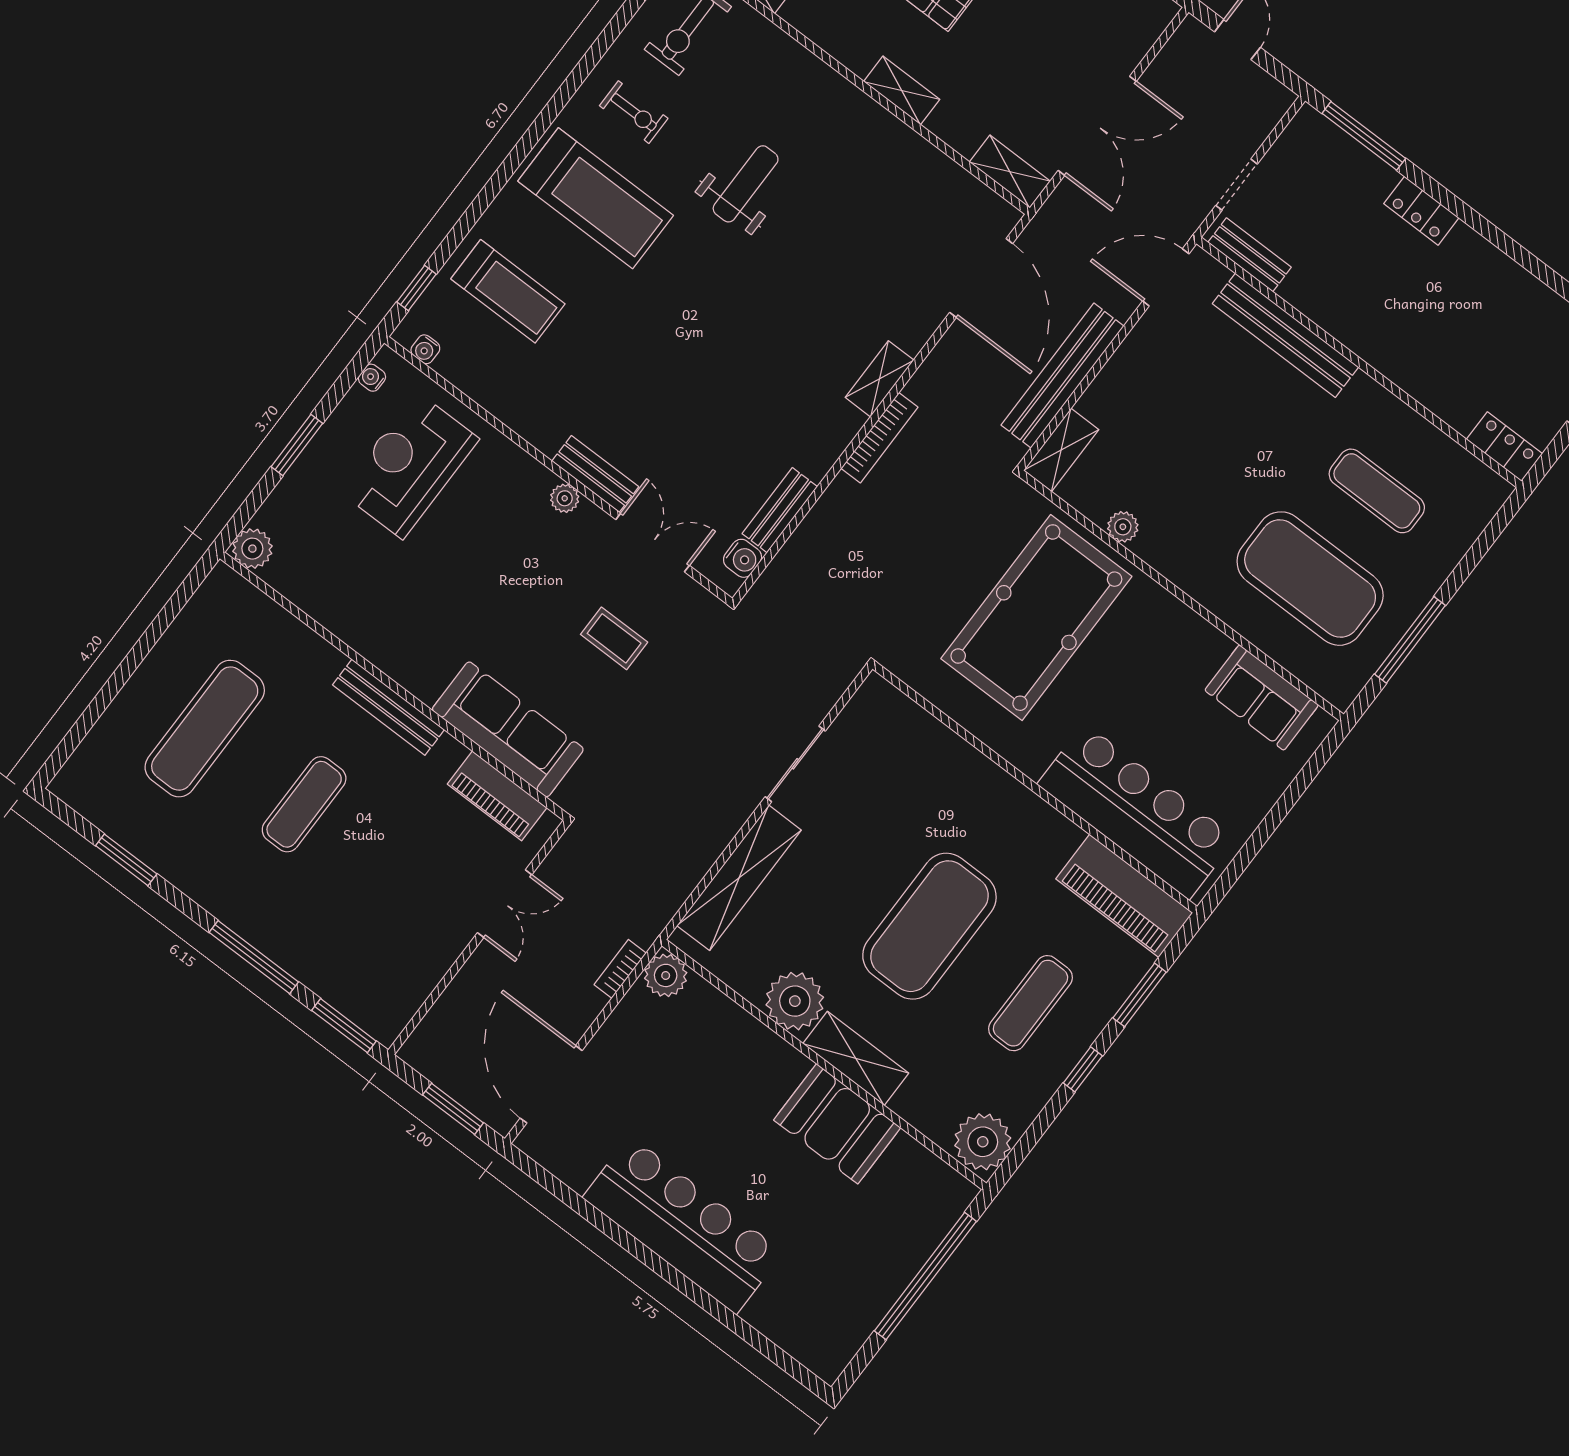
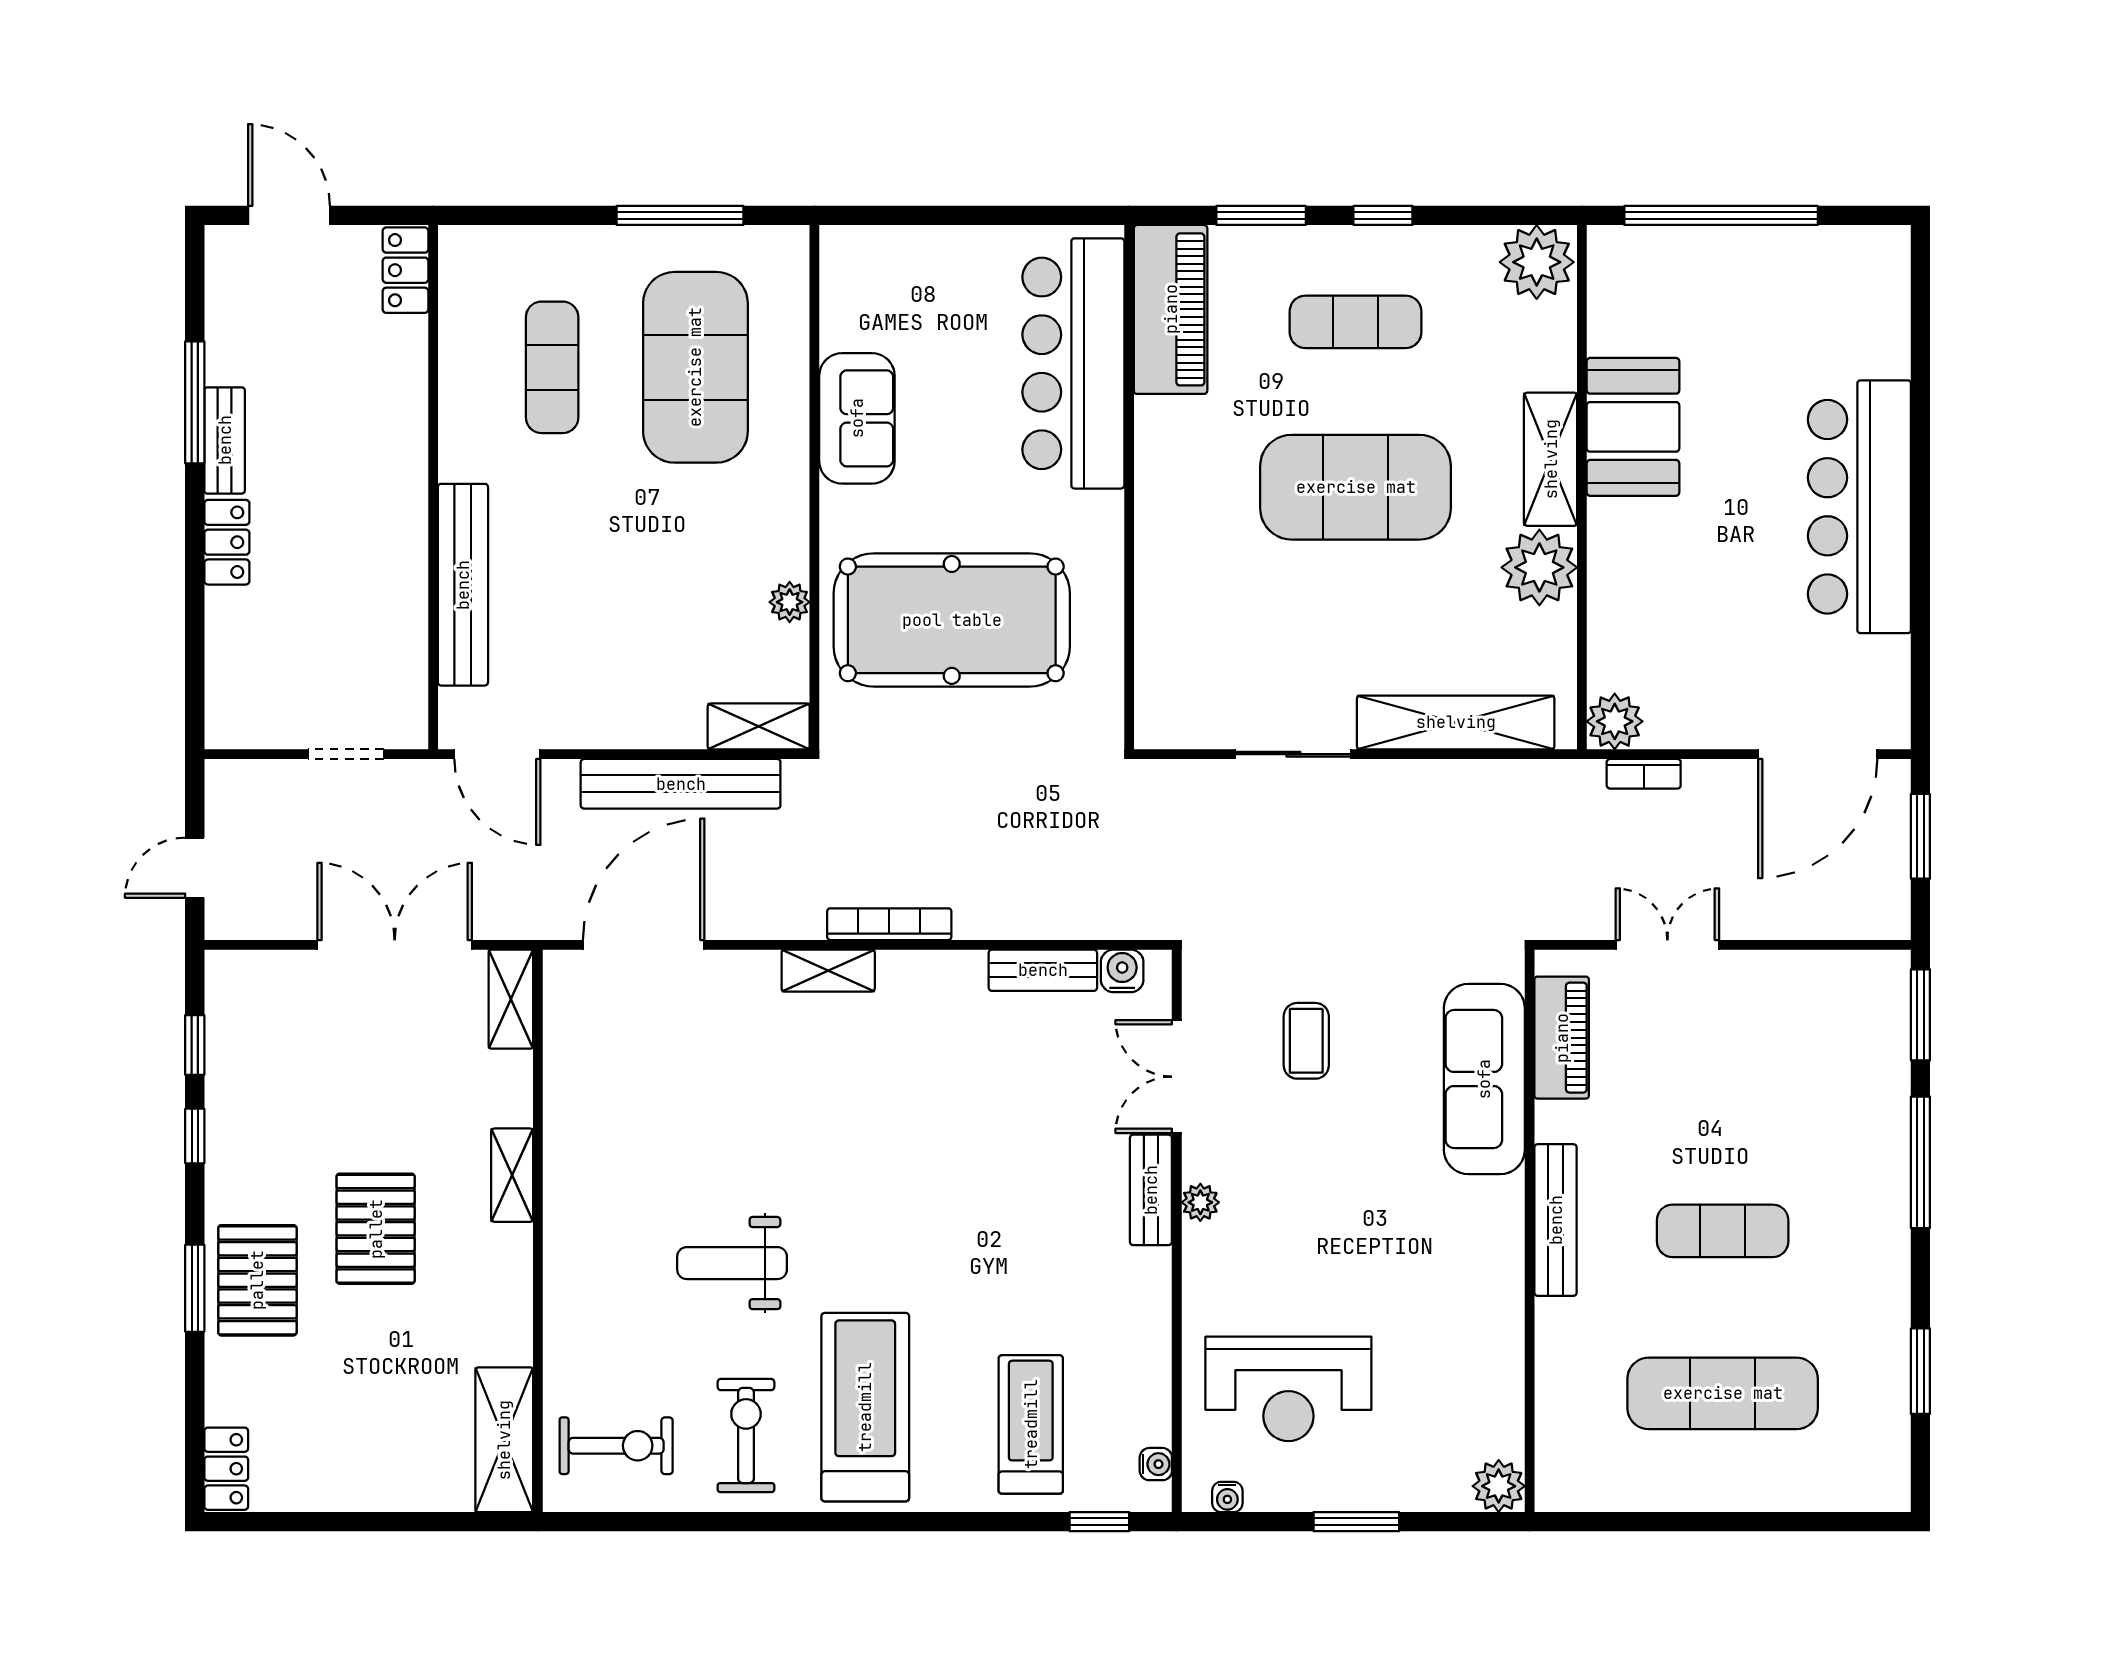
exercise bike: (634, 112) -> (746, 1435), width x1.38, depth x1.39
window: (1364, 136) -> (195, 402), moved
bench: (1250, 255) -> (225, 440), moved
sofa: (1262, 698) -> (857, 418), moved

